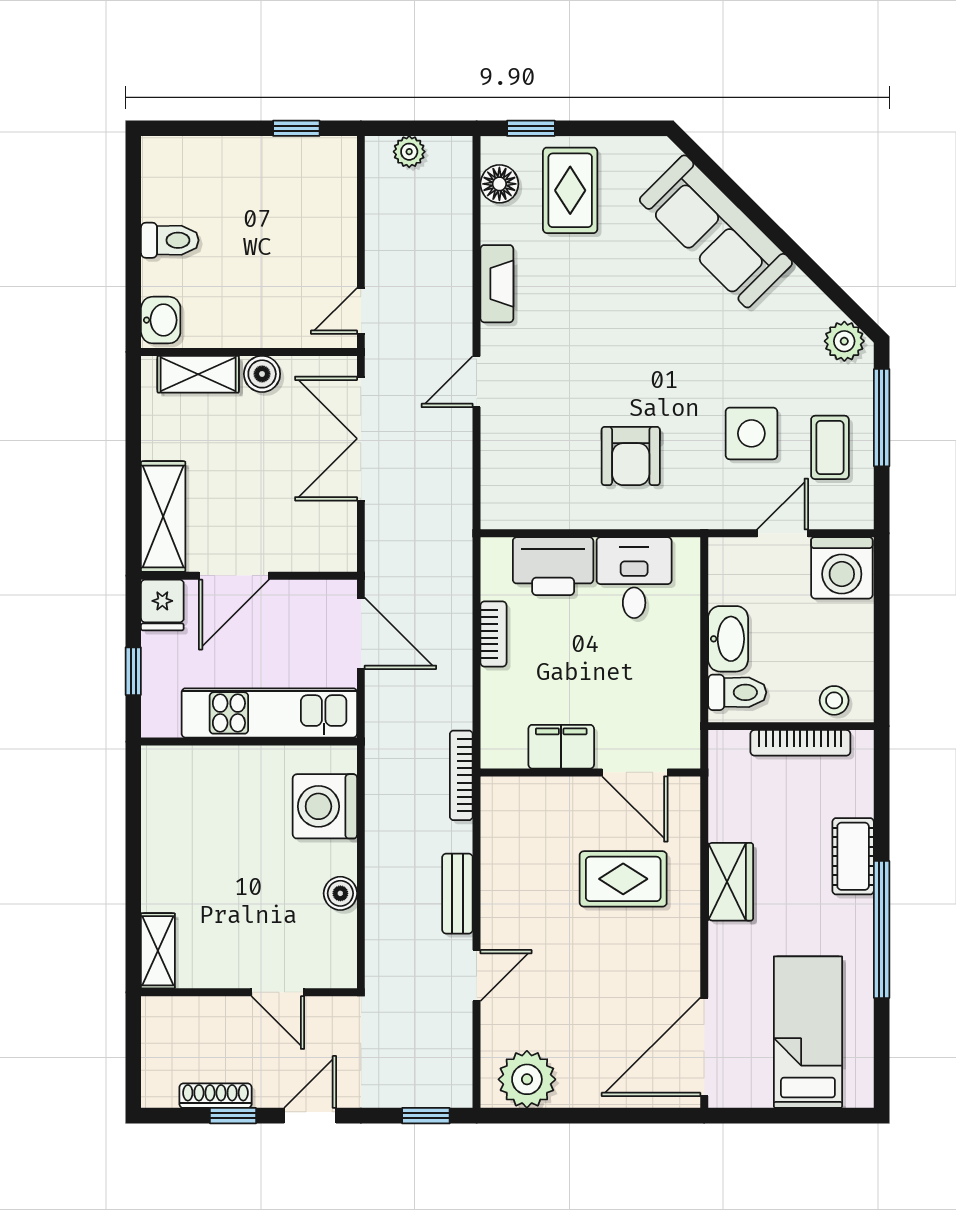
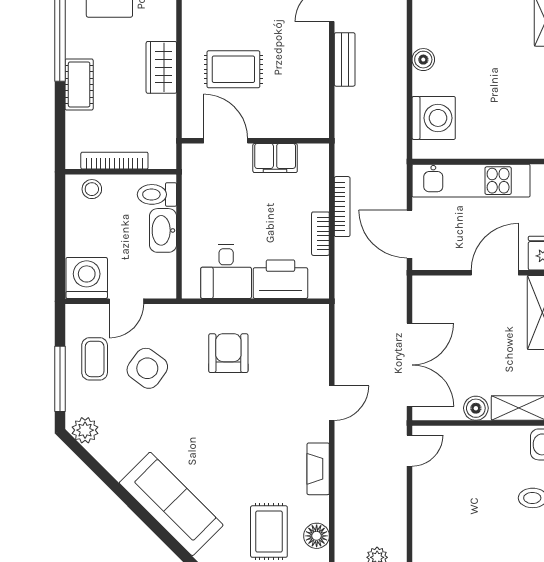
side table: (751, 433) -> (147, 368), turned 36
bookcase: (461, 775) -> (342, 207), moved

